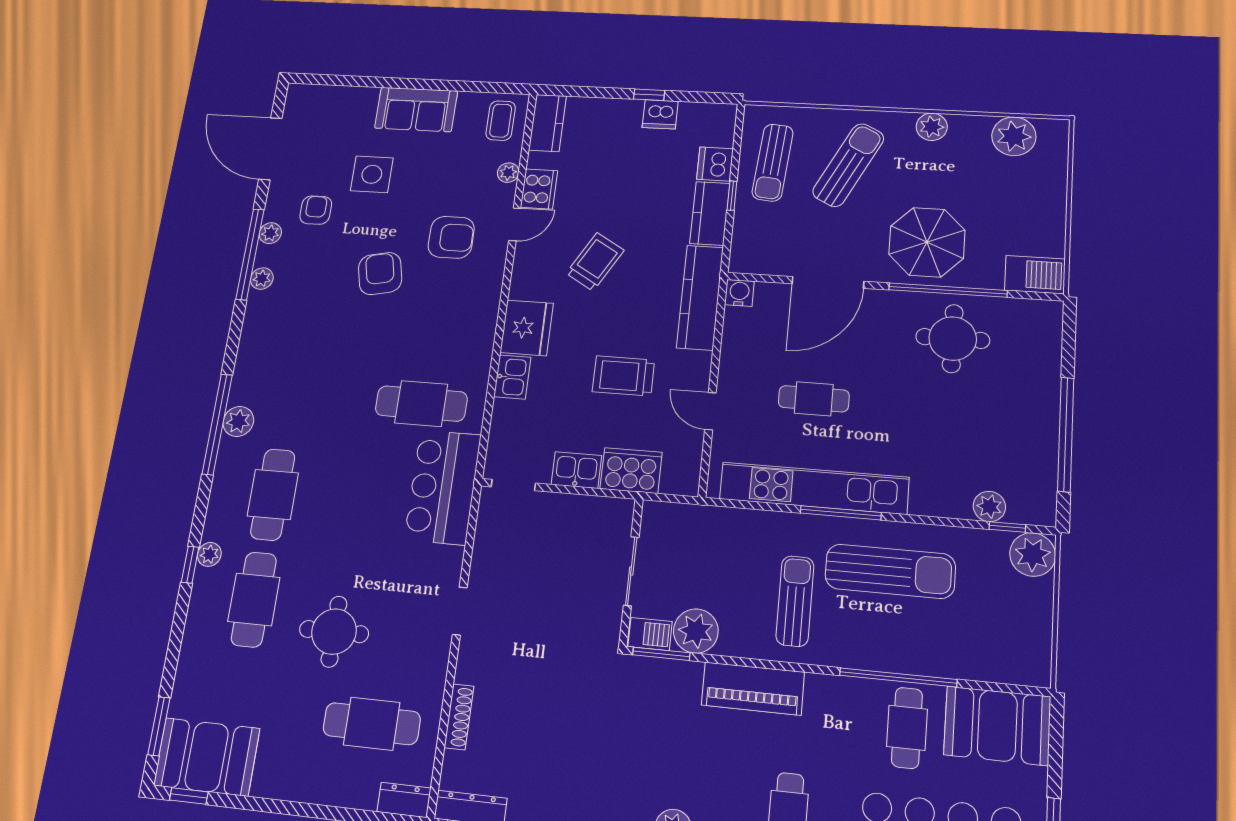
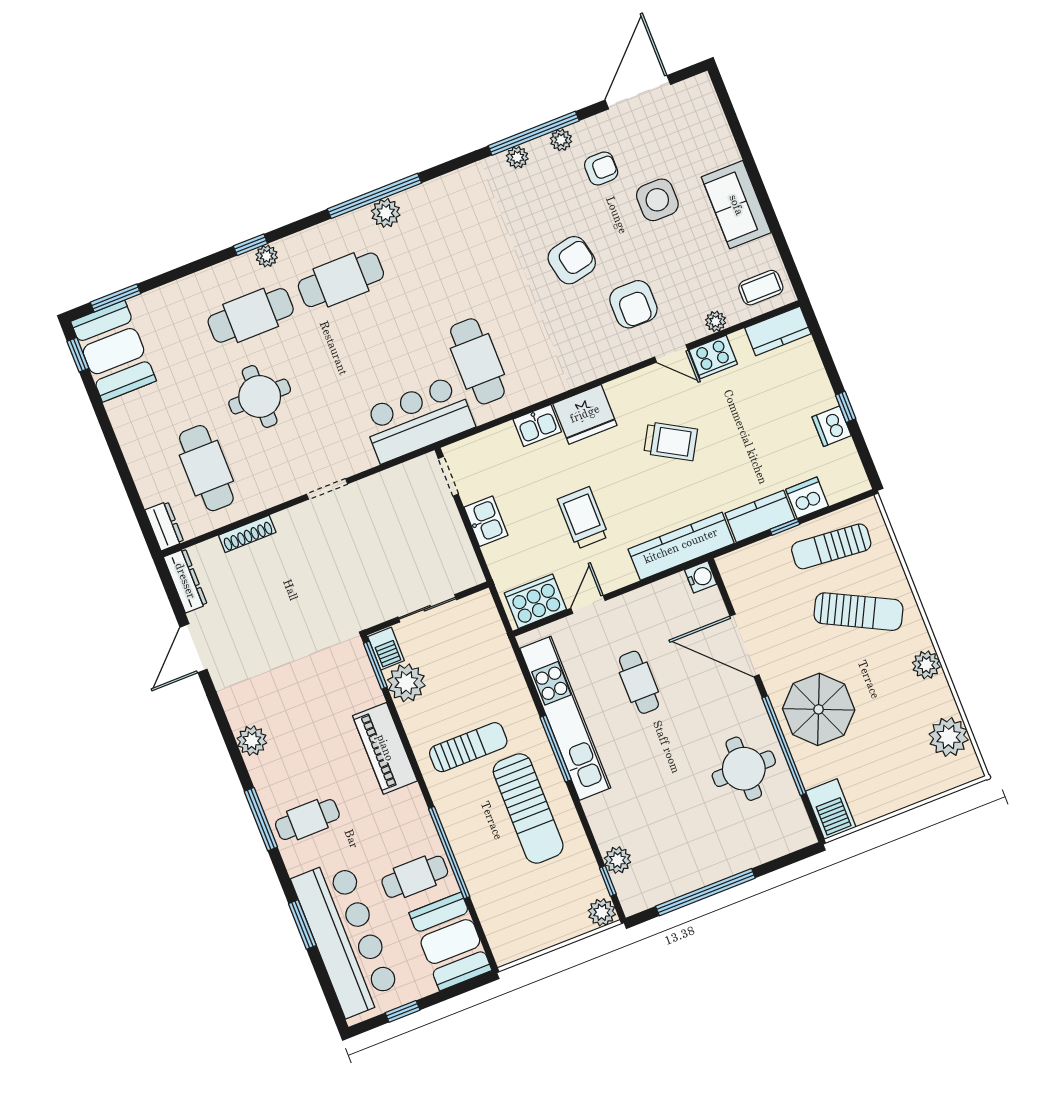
cooker: (631, 470) -> (535, 601), moved, turned -90
plant: (1033, 555) -> (602, 912), width x0.73, depth x0.73

